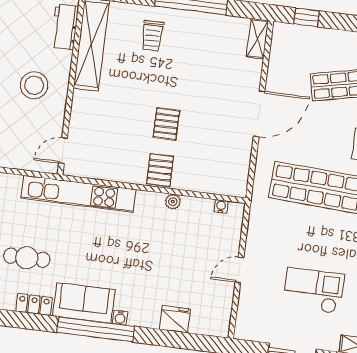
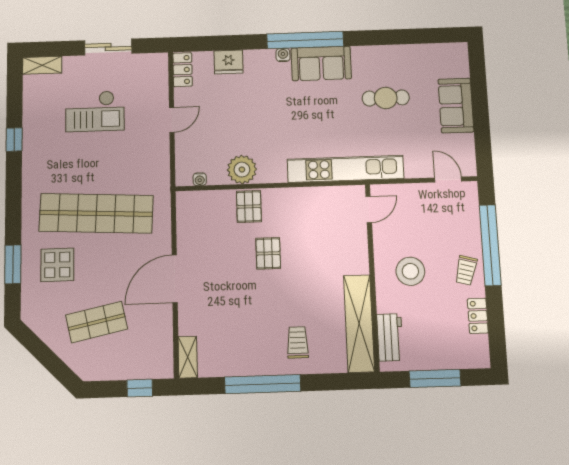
pallet: (160, 170) -> (249, 206), moved
plant: (173, 202) -> (242, 170), width x1.88, depth x1.88
locker: (34, 304) -> (183, 70), moved, turned -90

